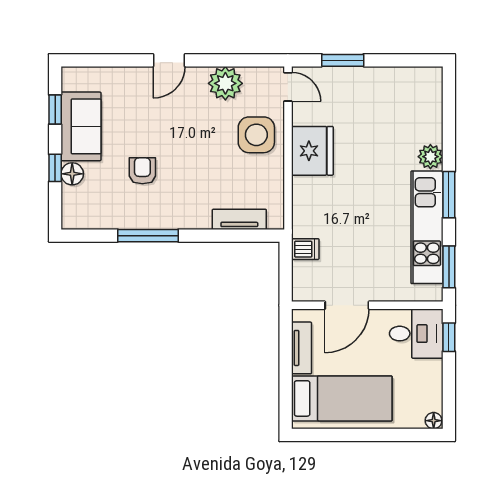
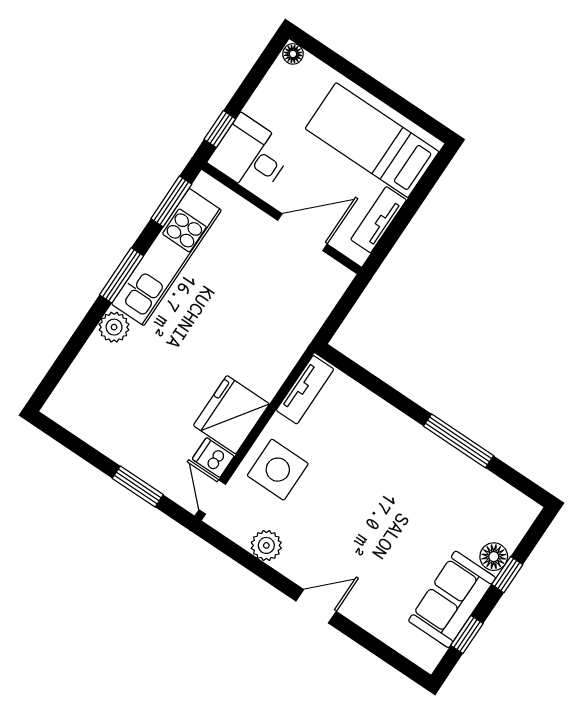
plant: (225, 83) -> (266, 545), width x0.73, depth x0.73
armchair: (142, 171) -> (420, 511), removed
tv unit: (239, 219) -> (305, 390), moved, turned -90
dishwasher: (305, 249) -> (213, 458), moved

